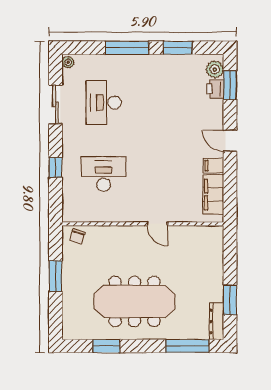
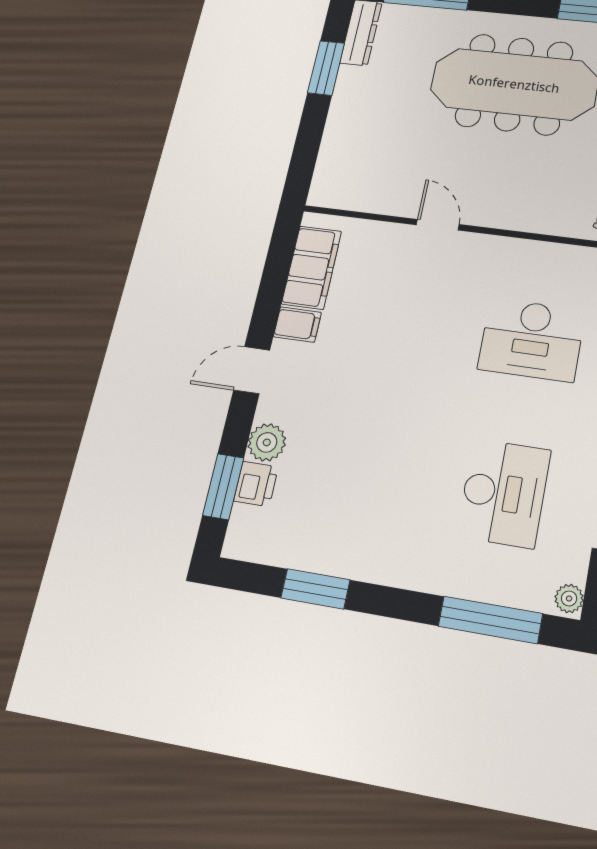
window: (127, 48) -> (490, 620), moved
plant: (215, 69) -> (267, 442), moved
door: (230, 141) -> (252, 370), swing flipped

